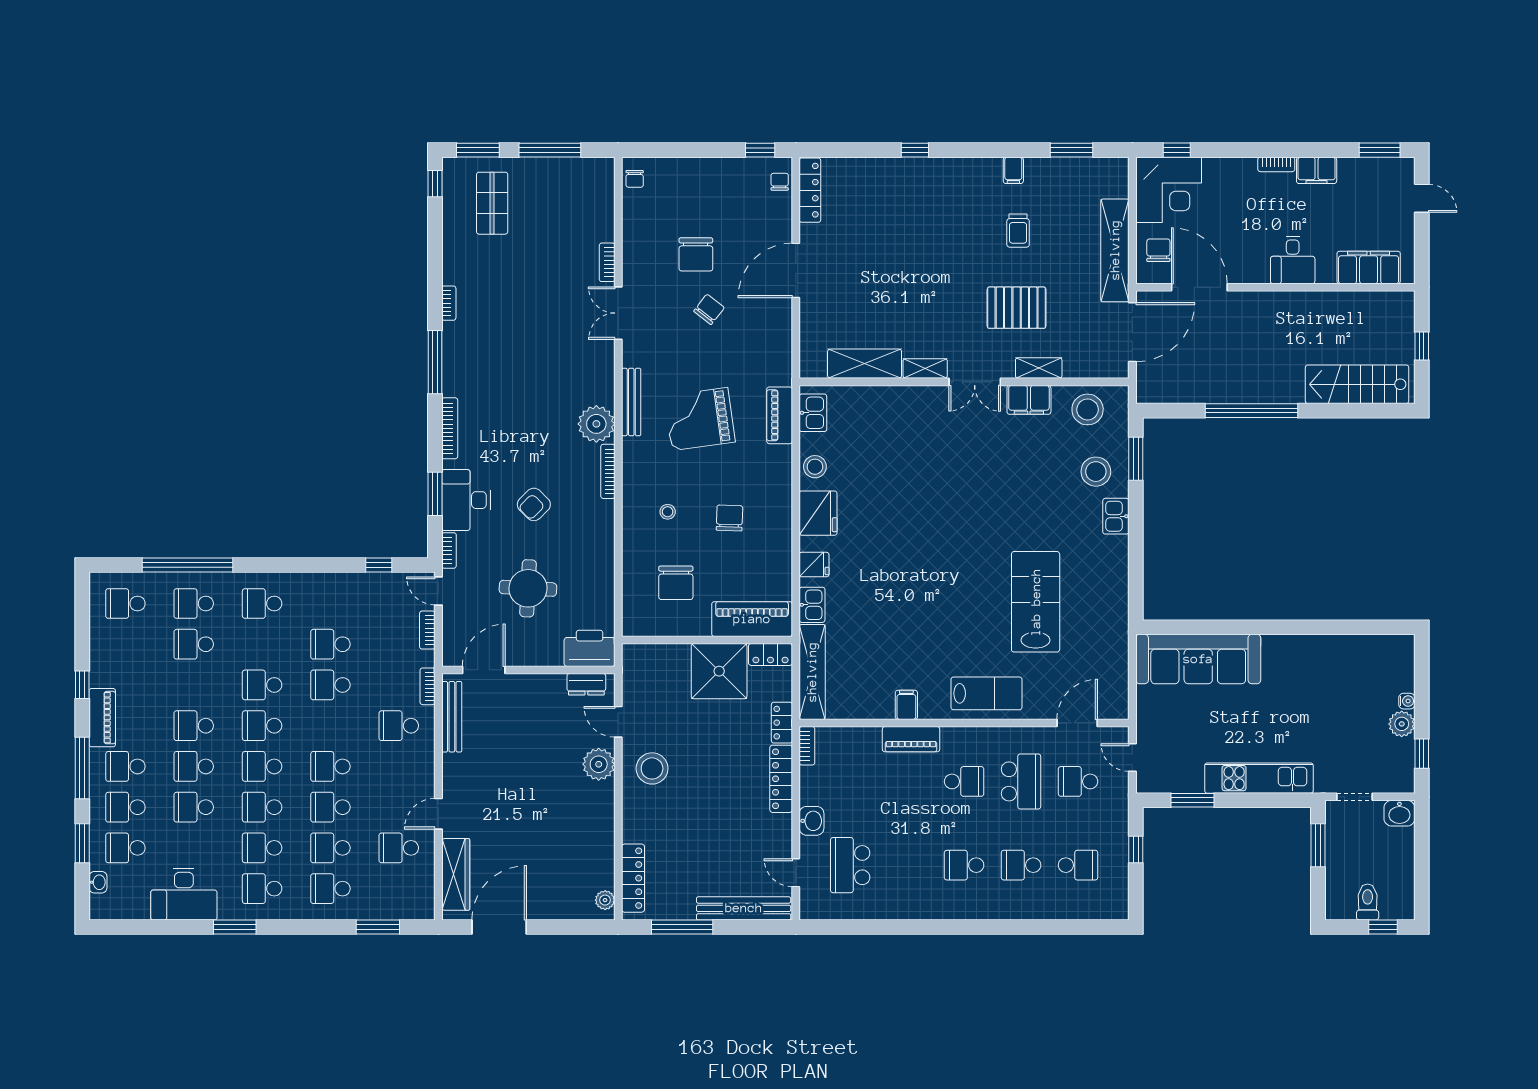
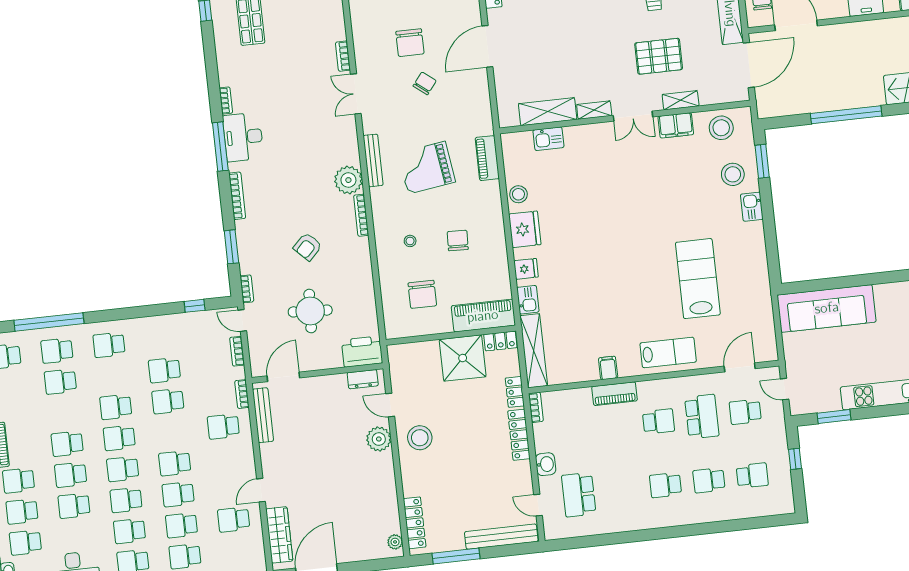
kitchen sink: (813, 413) -> (548, 139), moved, turned 90
desk: (466, 500) -> (243, 137), moved

